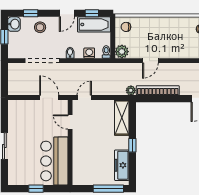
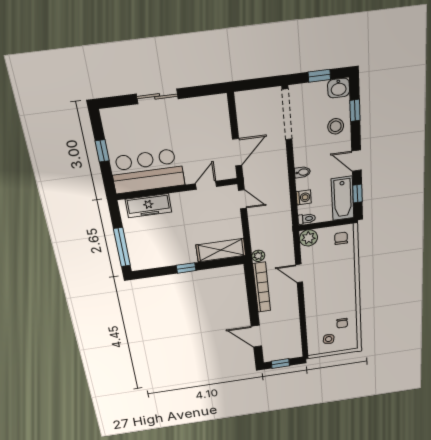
doorway: (42, 61) -> (287, 115), moved
freezer: (122, 165) -> (148, 206), moved, turned 180

